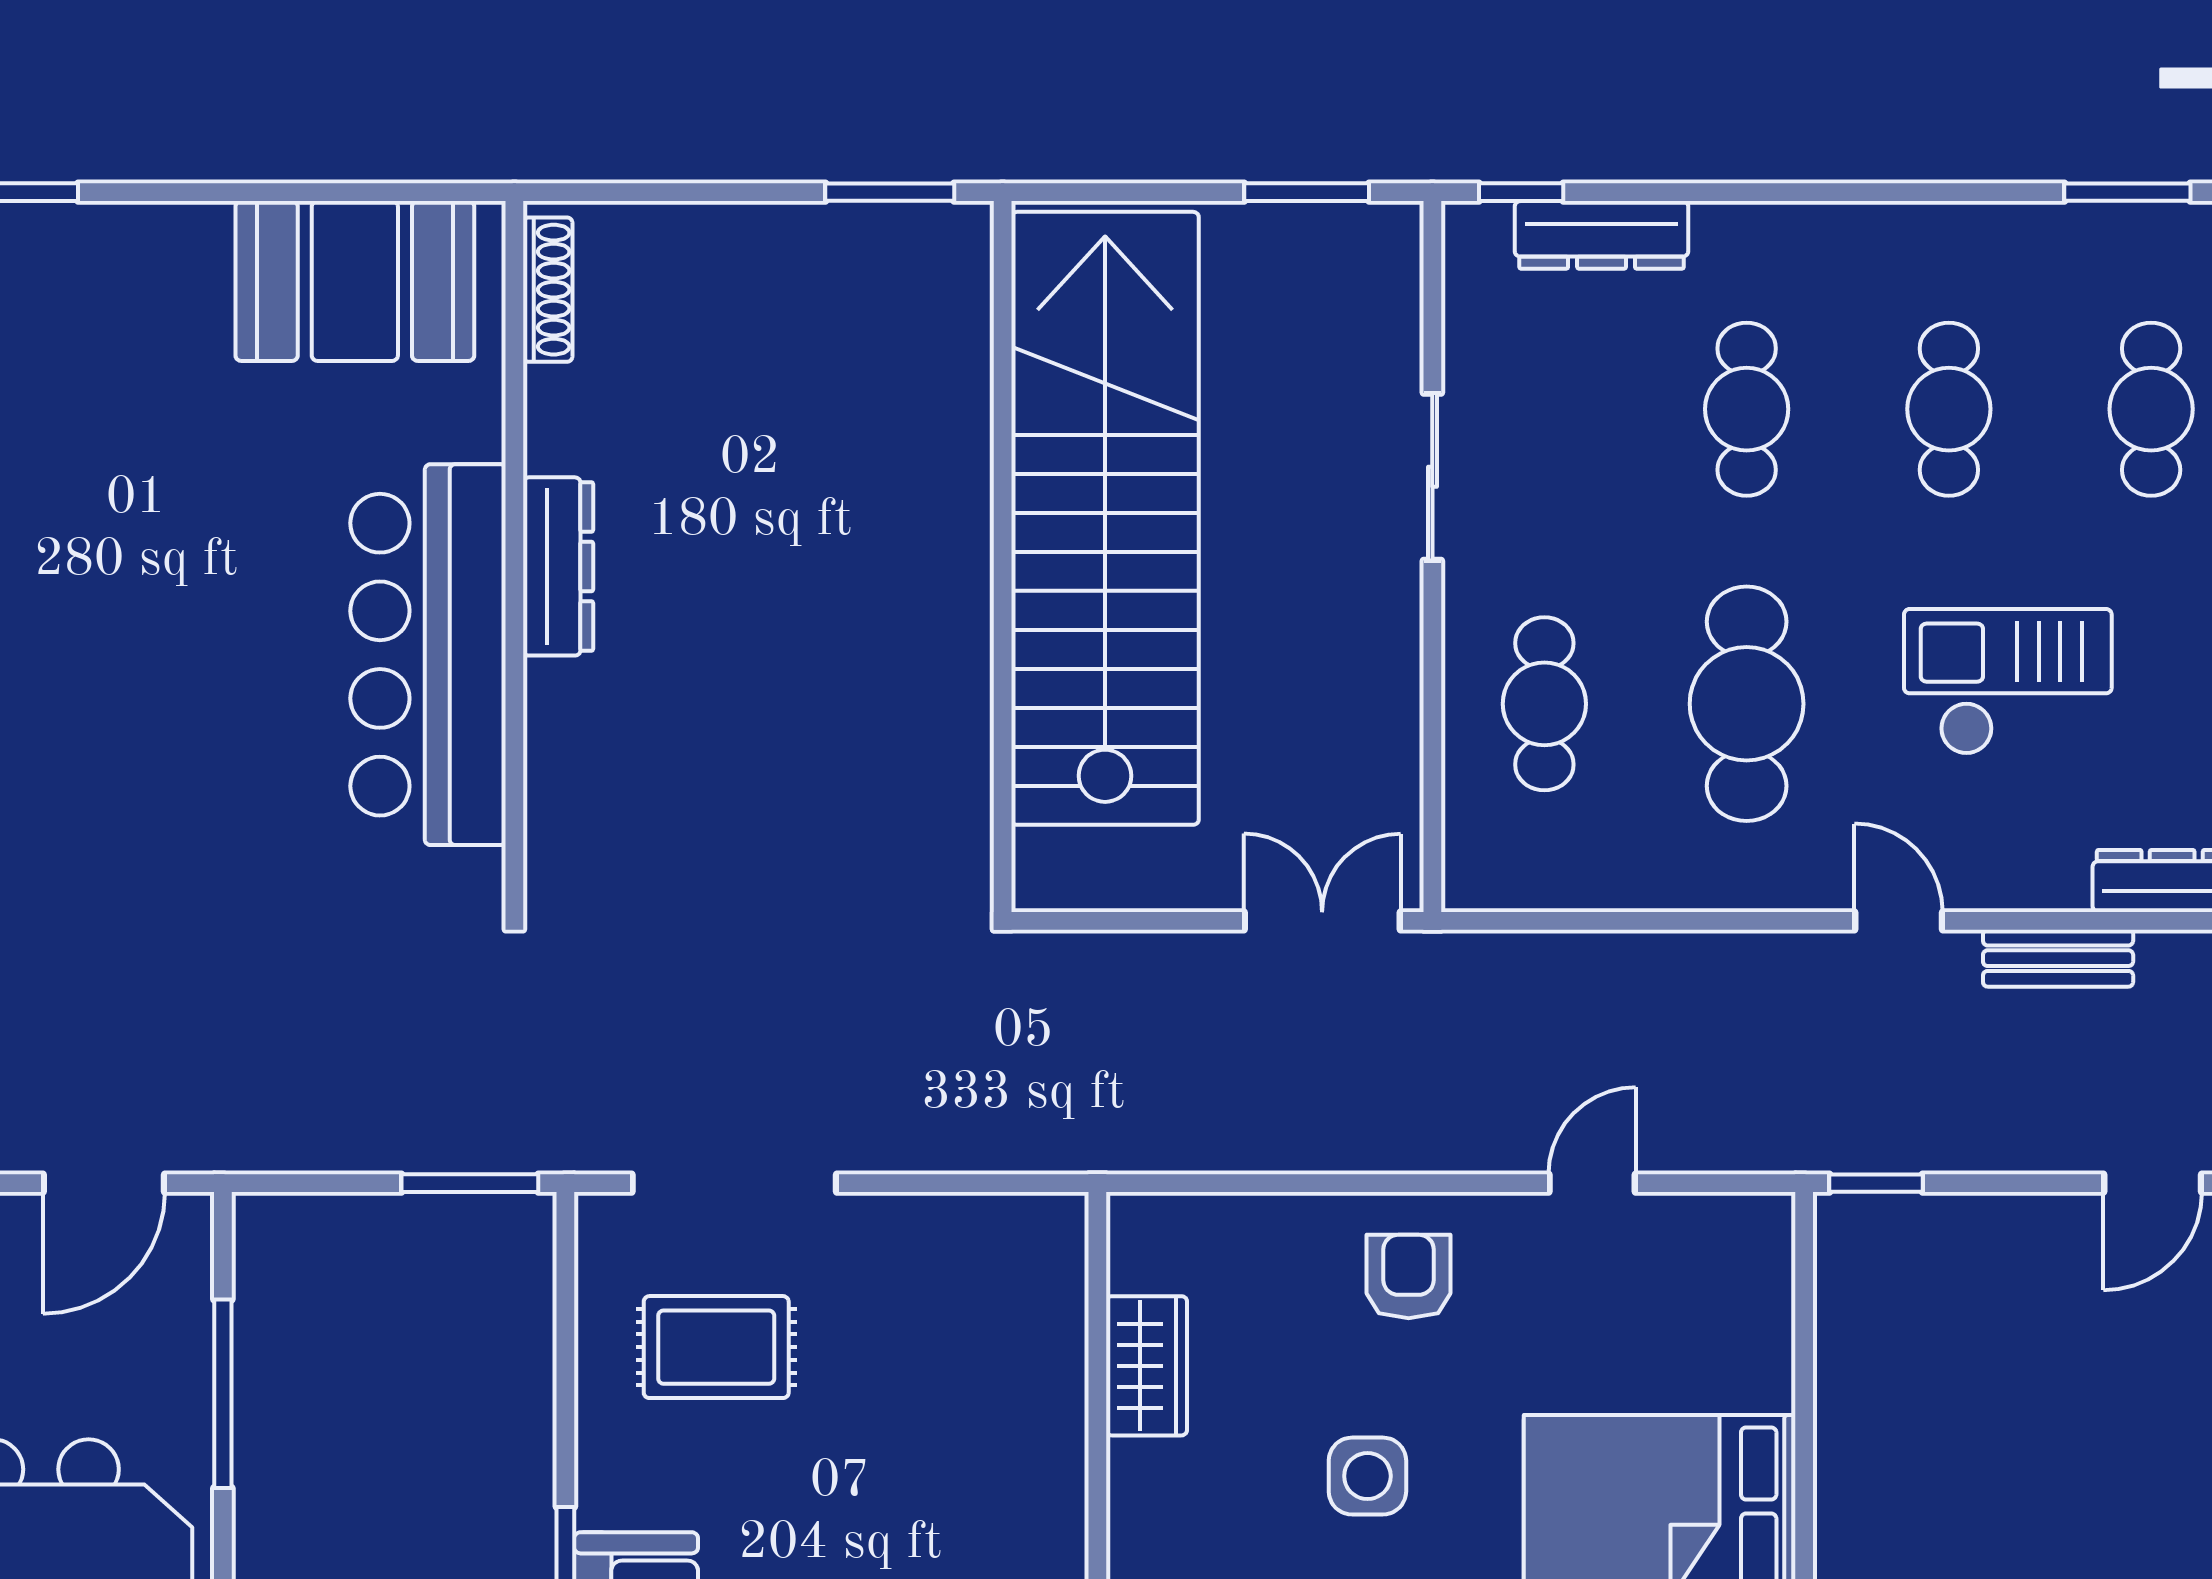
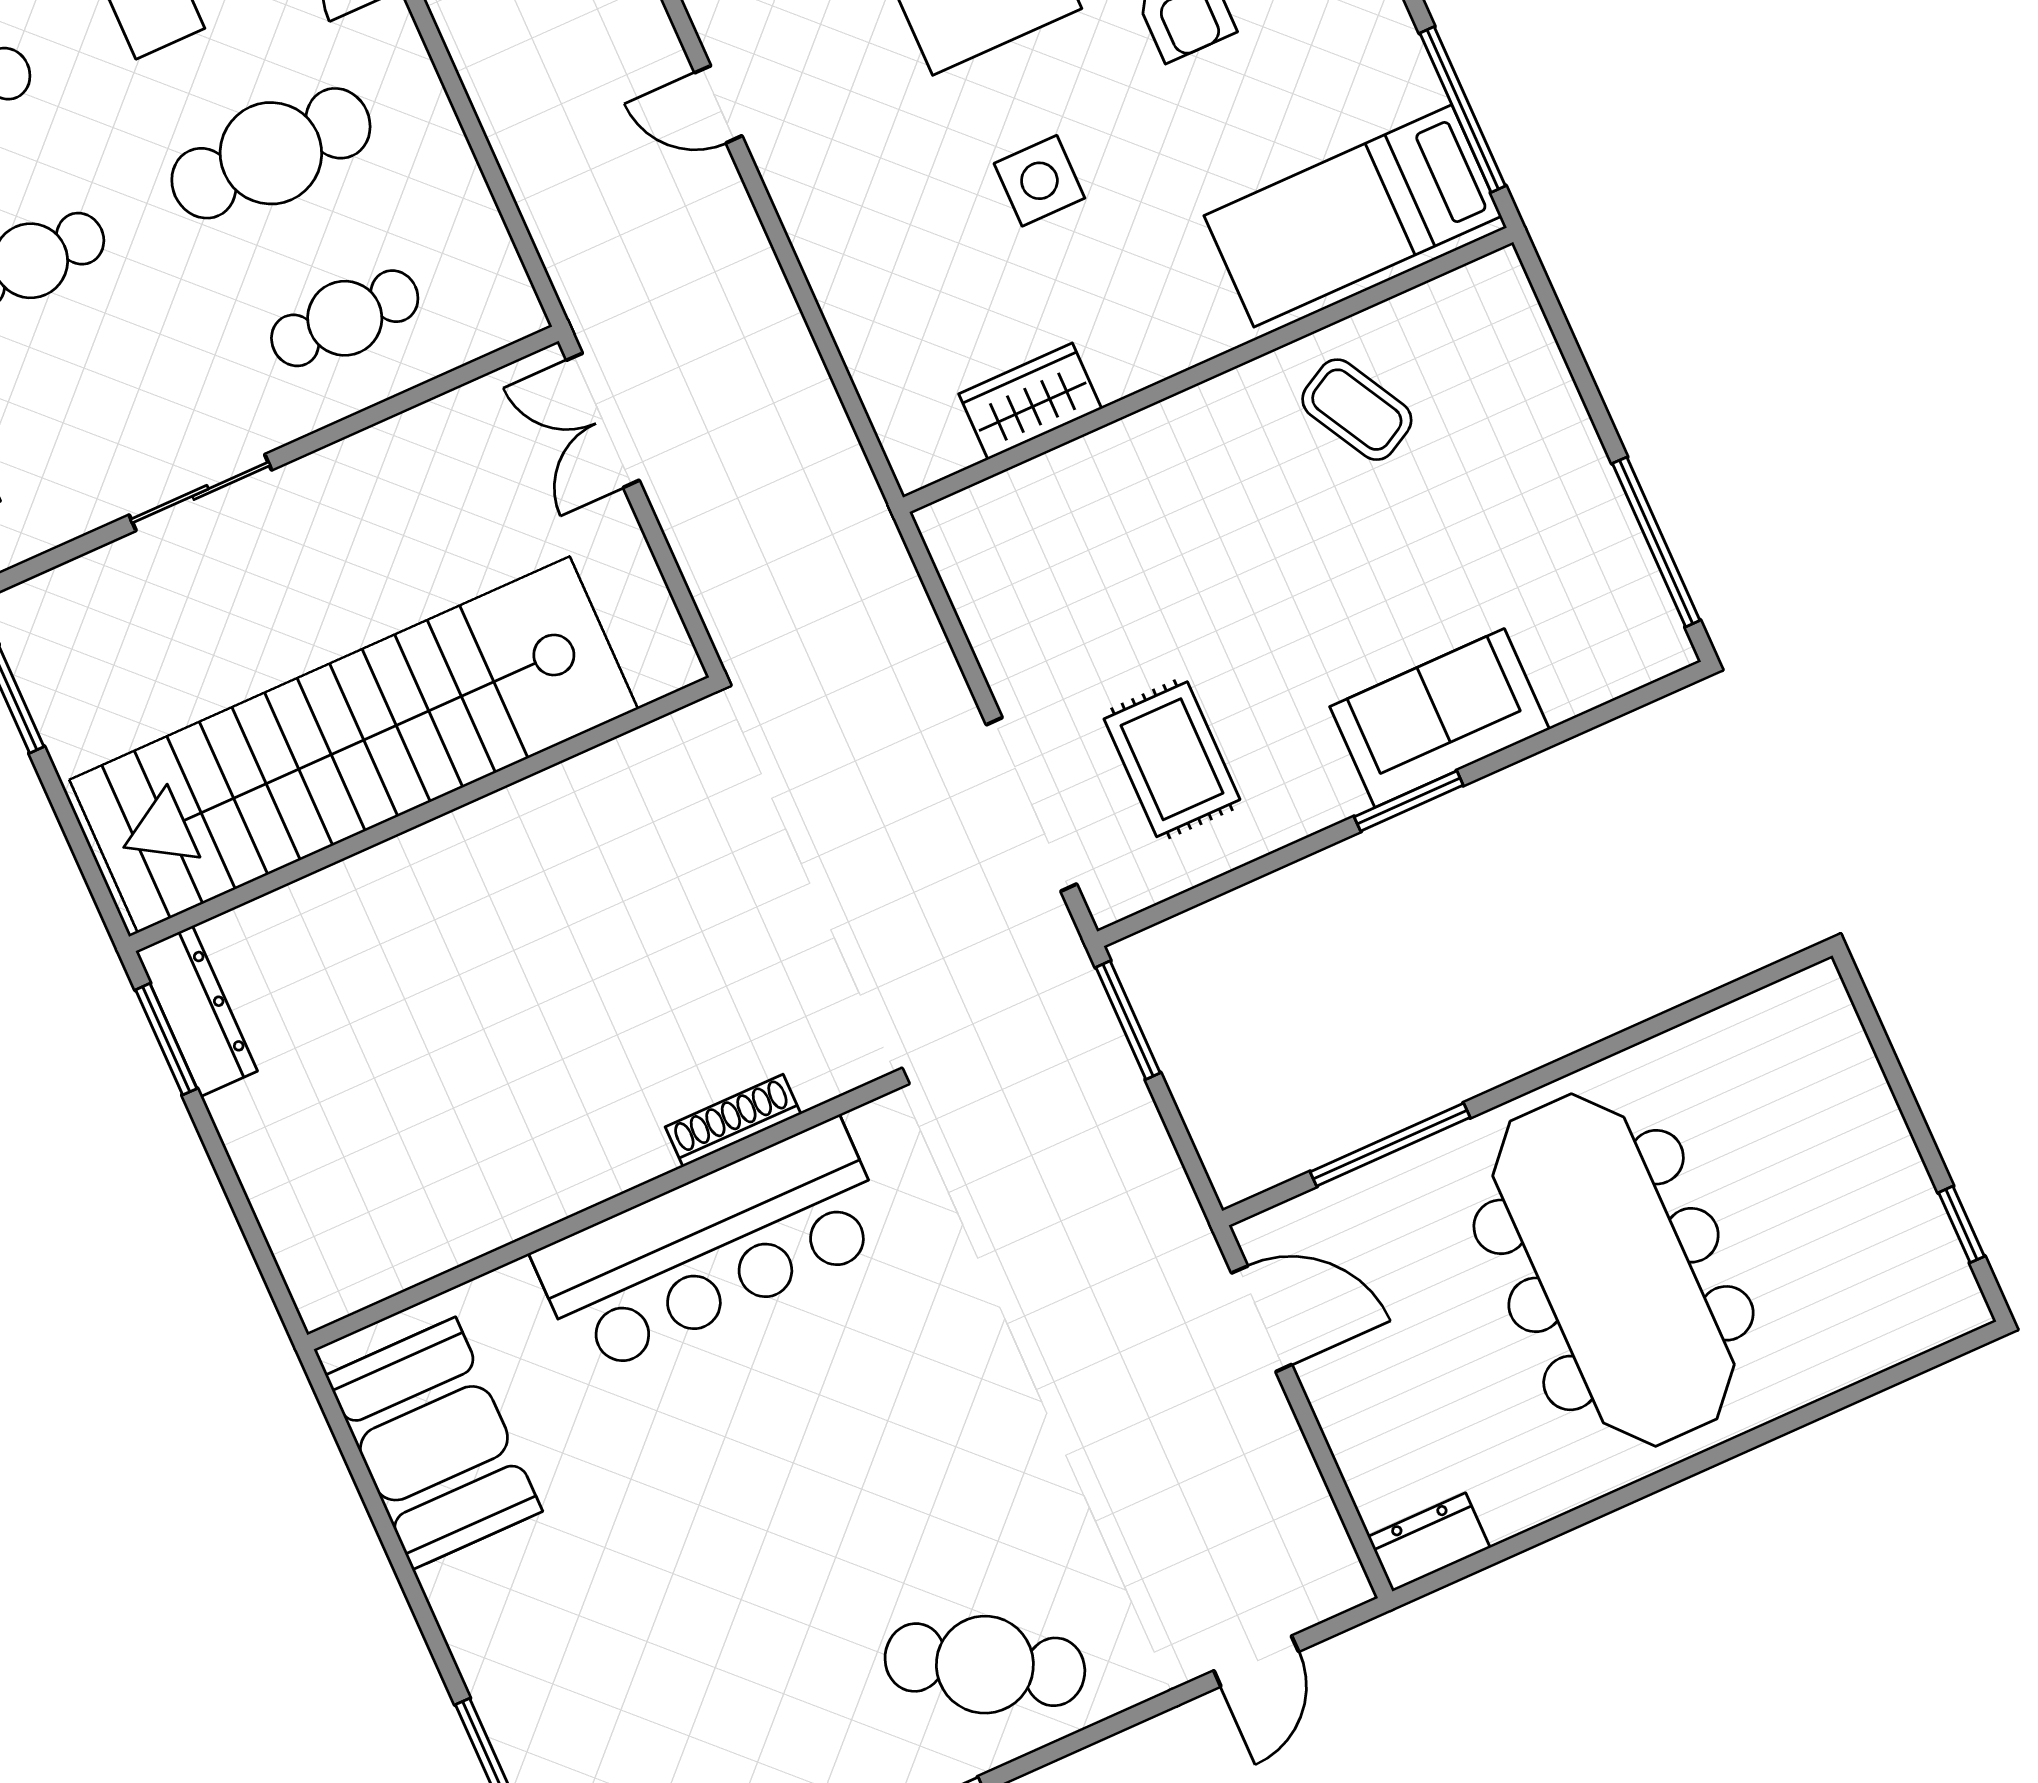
shoe rack: (548, 290) -> (733, 1121), moved
dresser: (558, 566) -> (196, 1011), moved, turned 90
armchair: (1409, 1277) -> (862, 220), removed

